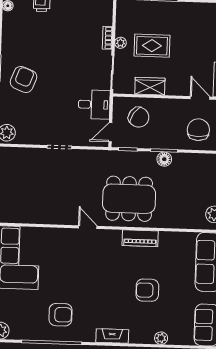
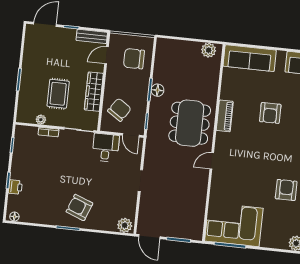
plant: (120, 43) -> (41, 120), moved
wardrobe: (150, 86) -> (94, 92), width x1.50

